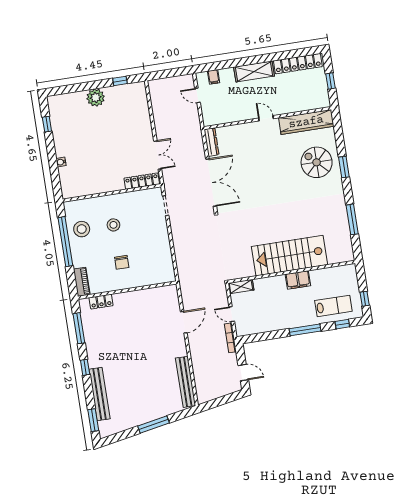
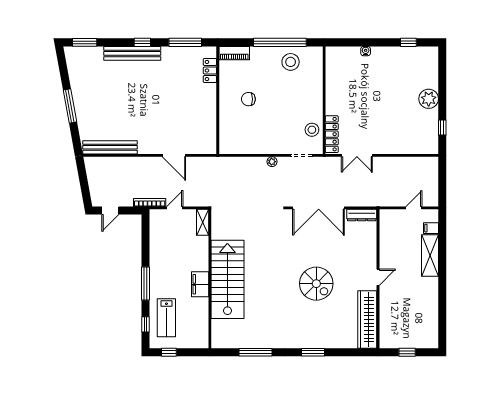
locker: (298, 64) -> (431, 320), removed
shelving: (254, 71) -> (430, 256), moved
spiral stairs: (317, 162) -> (316, 284), moved, turned 90
stool: (113, 225) -> (312, 130), moved
plant: (175, 232) -> (272, 162), added
bench: (100, 394) -> (132, 53), moved

